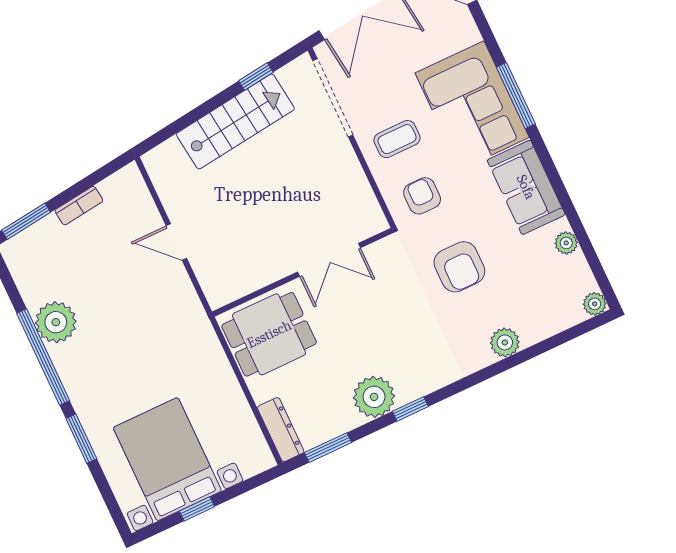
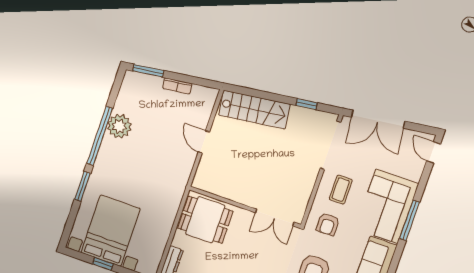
stairs: (235, 121) -> (254, 110), moved
coffee table: (397, 139) -> (341, 190), turned 90
armchair: (422, 196) -> (328, 224), turned 180
double door: (329, 260) -> (275, 217), moved

